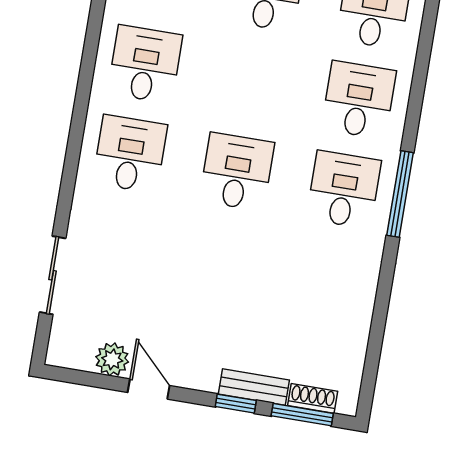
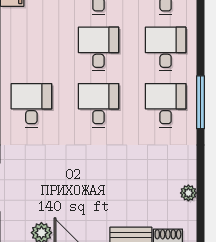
desk: (145, 64) -> (98, 49), moved
plant: (357, 335) -> (188, 193), added

